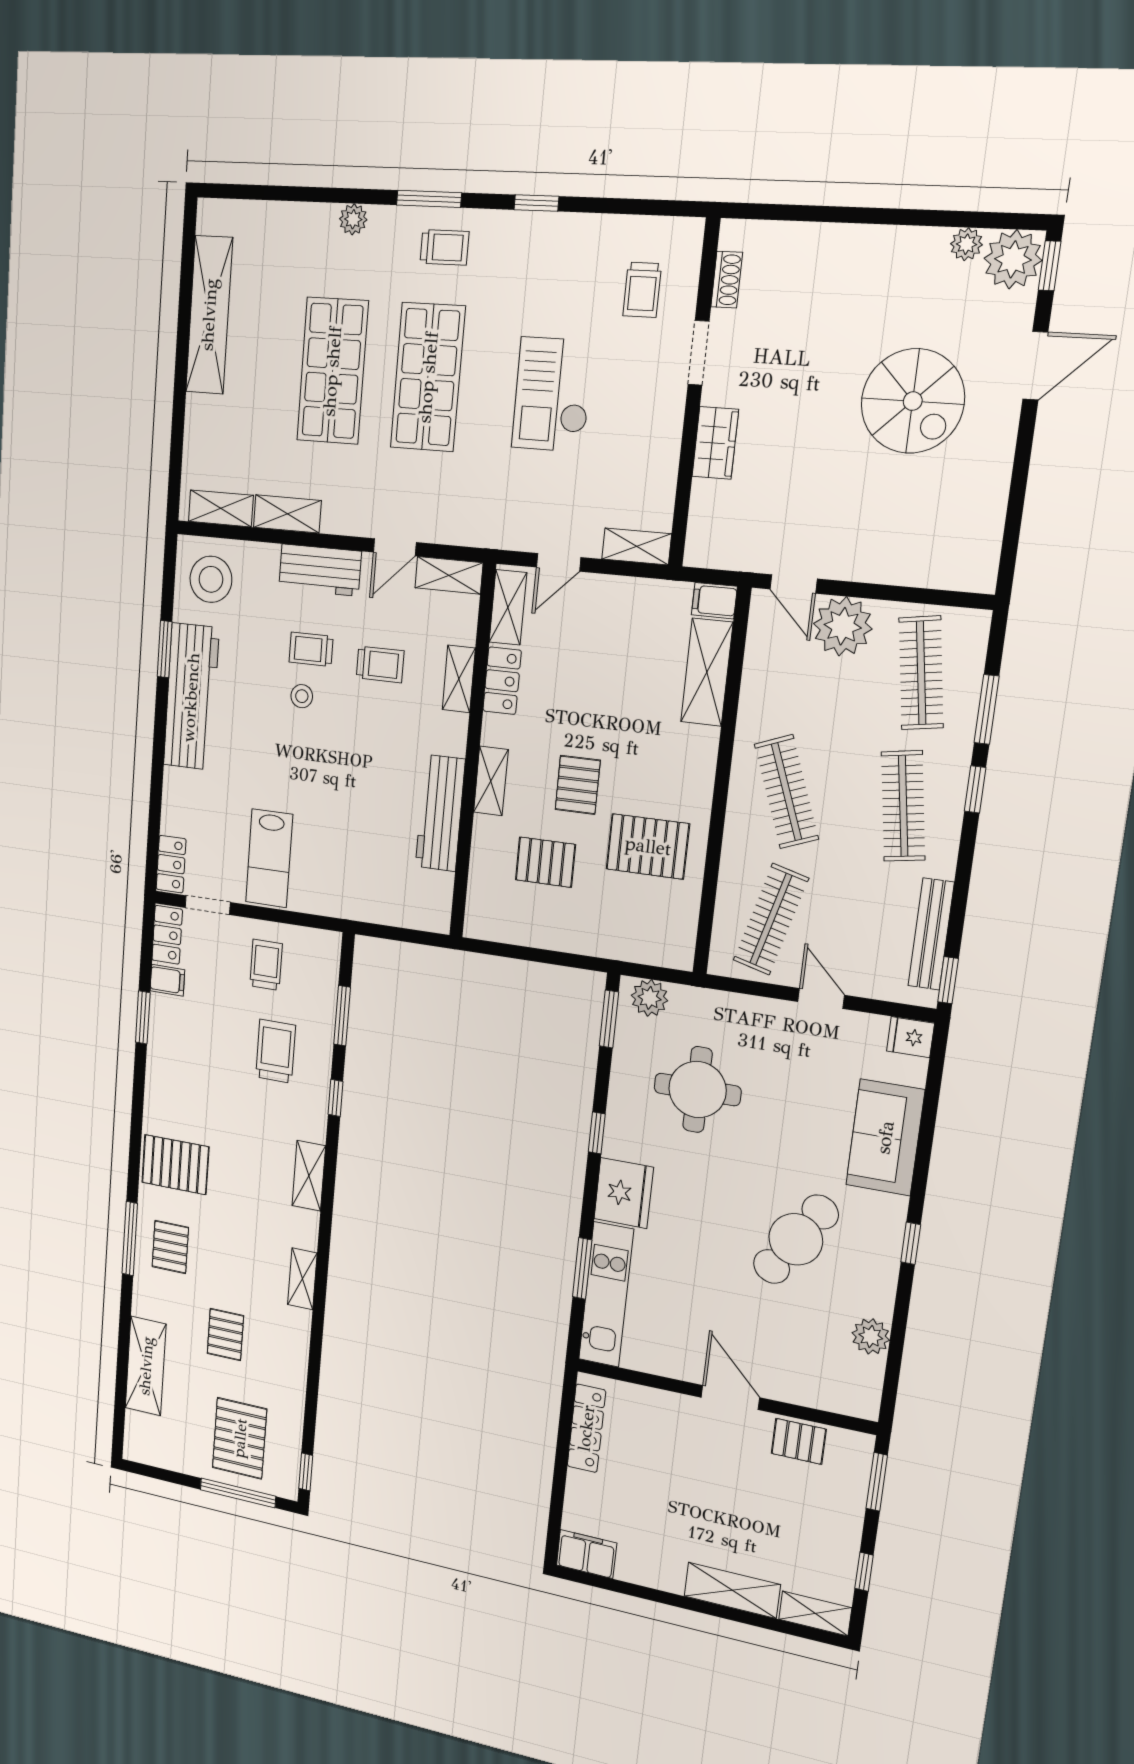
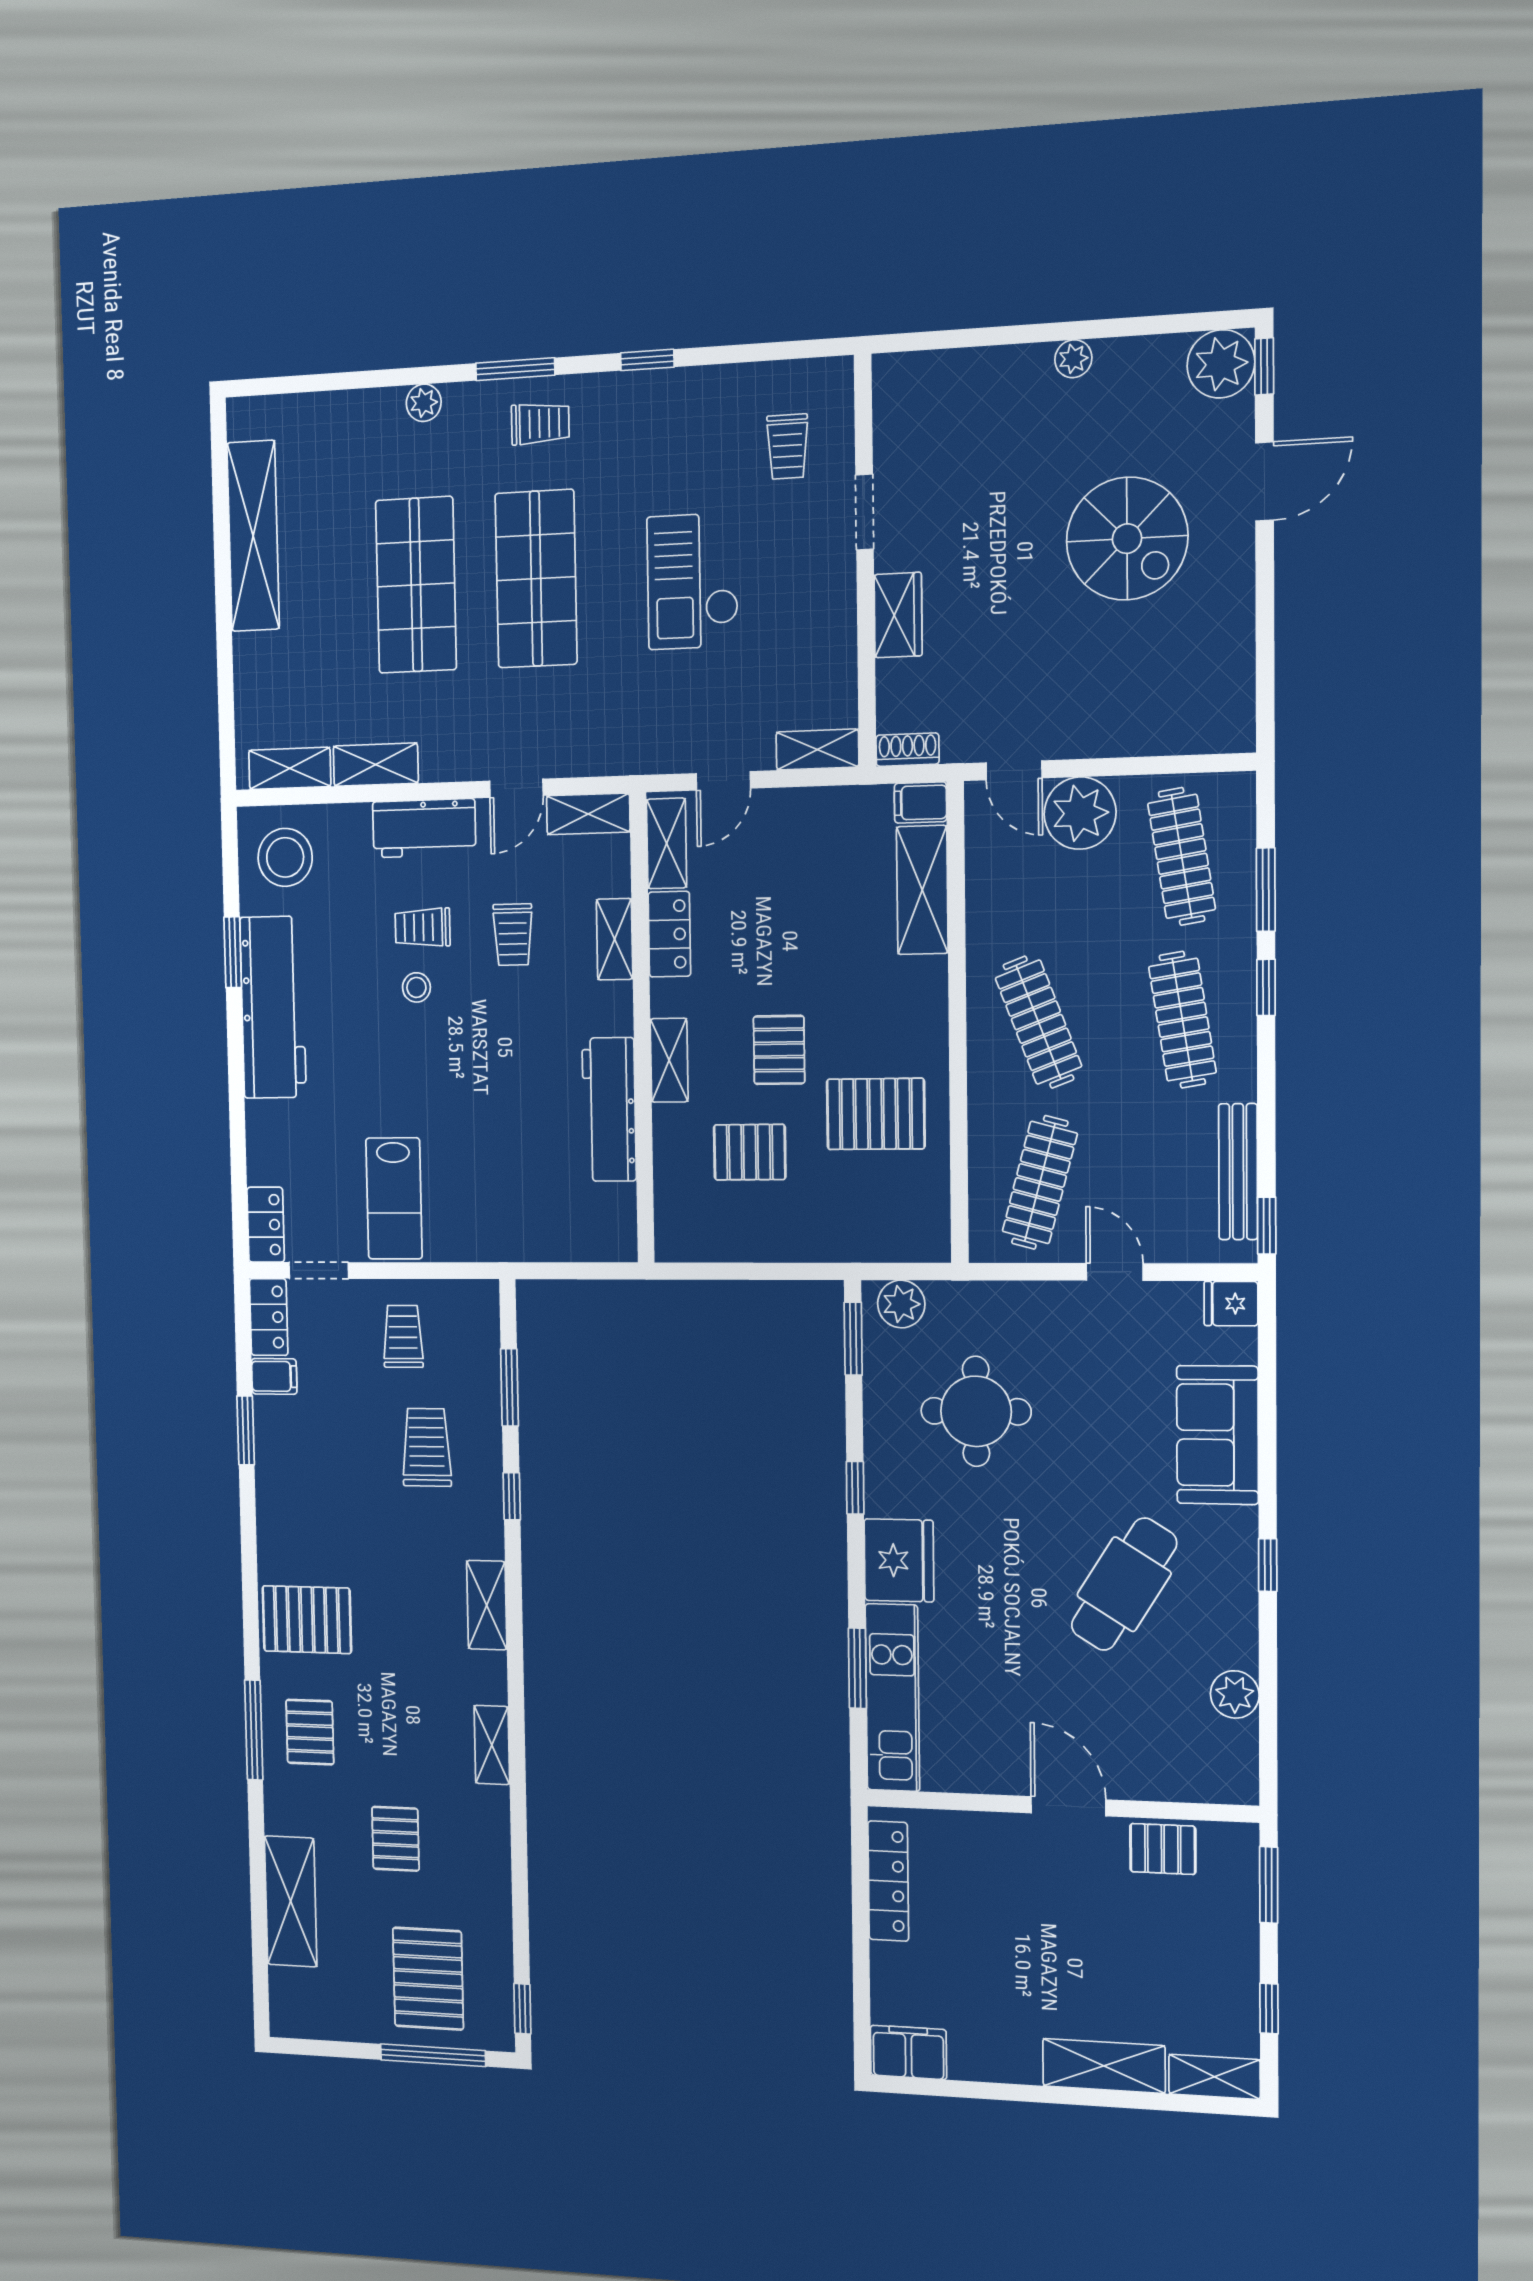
plant: (966, 244) -> (1073, 359), moved
shoe rack: (727, 280) -> (907, 750), moved, turned -90
trolley: (380, 664) -> (513, 935), turned 90

